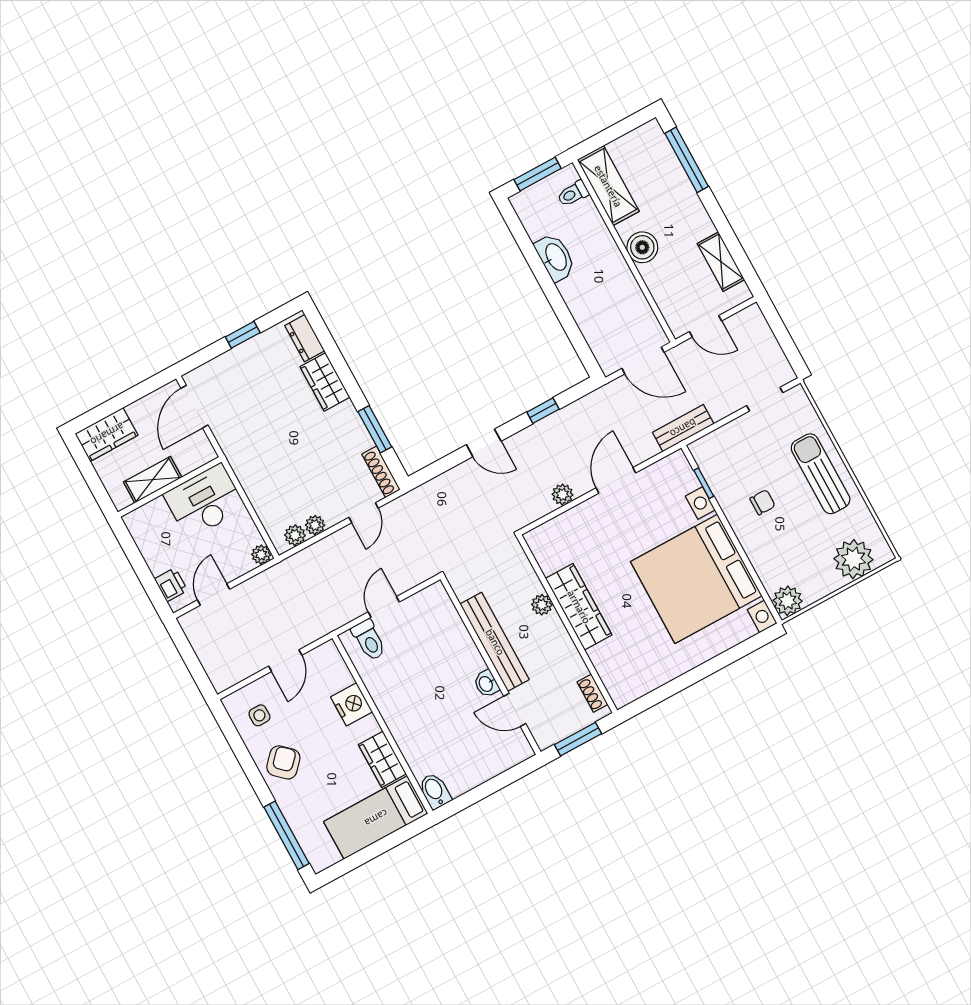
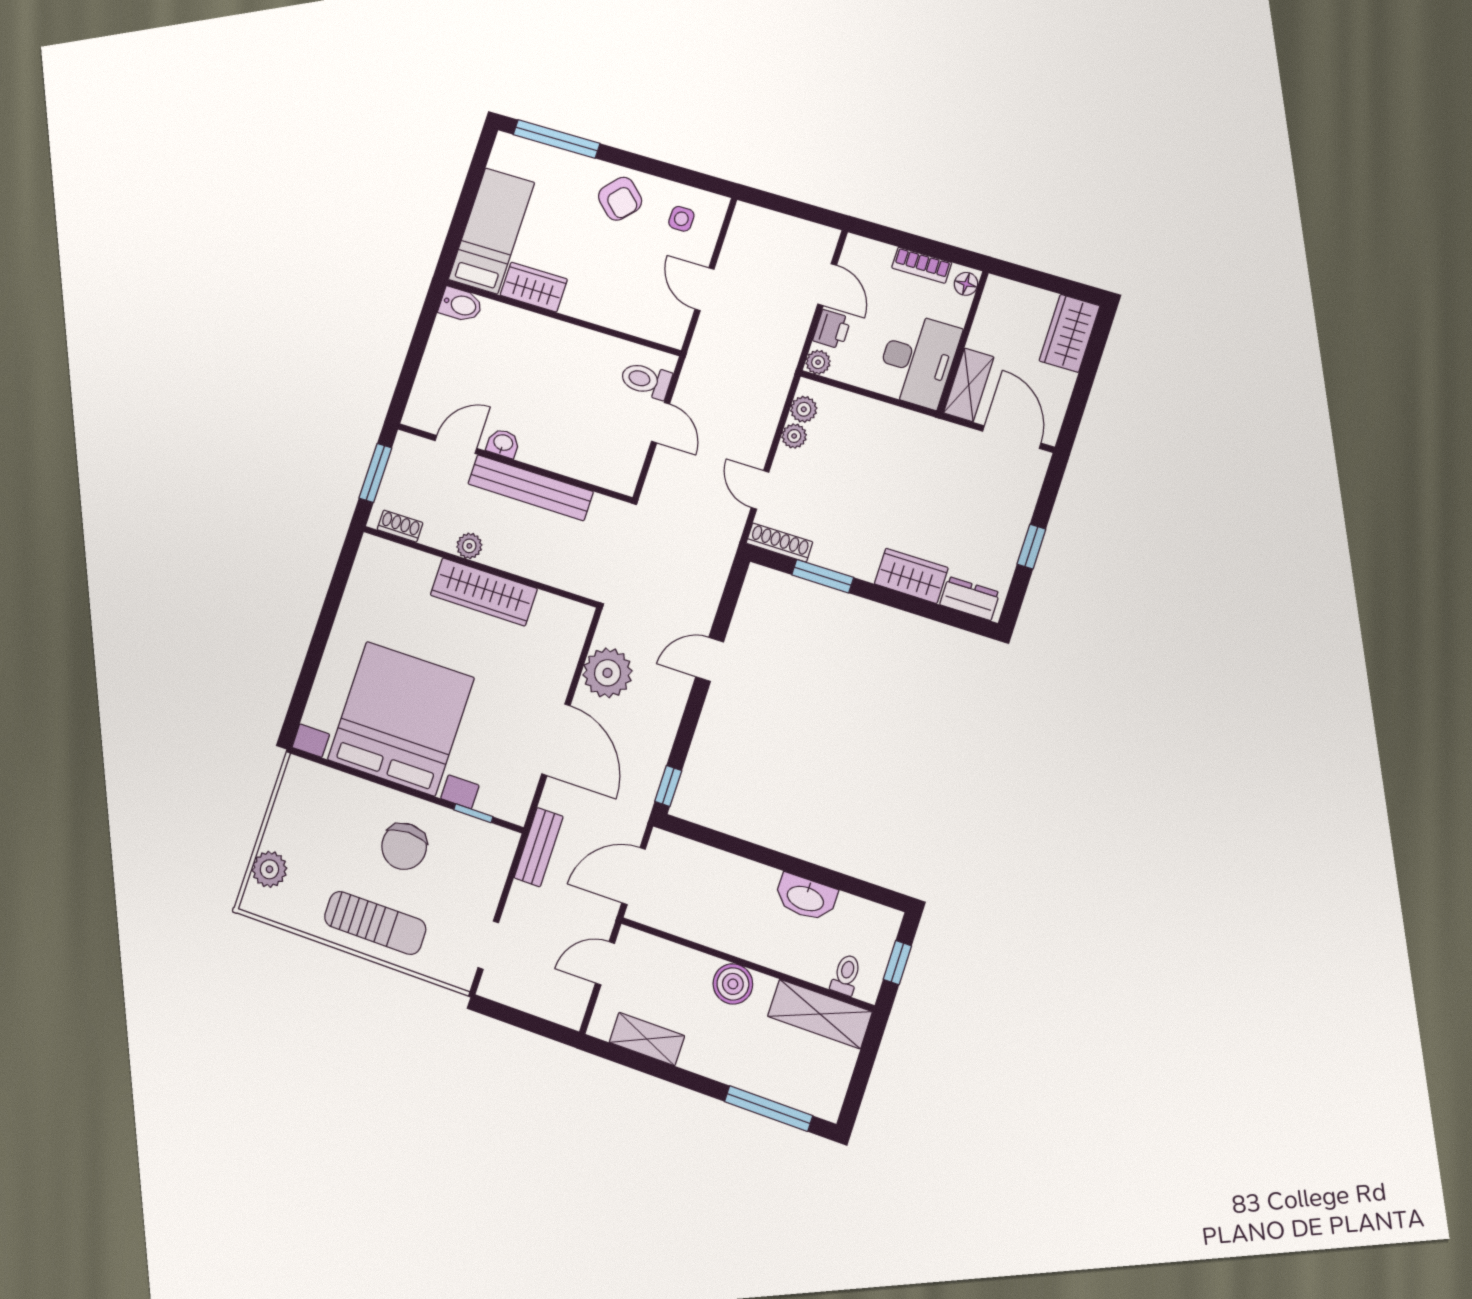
window: (538, 174) -> (897, 963), width x0.67
window: (543, 411) -> (668, 786), moved
shelving: (153, 480) -> (969, 385), moved
door: (616, 480) -> (556, 740), width x1.36
plant: (562, 494) -> (607, 673), width x1.88, depth x1.88
chair: (763, 502) -> (404, 846), width x1.87, depth x1.87
floor lamp: (136, 519) -> (966, 284), added
bookcase: (150, 554) -> (922, 265), added
plant: (853, 559) -> (269, 869), width x0.73, depth x0.73
printer: (171, 585) -> (832, 329), moved, turned -90
plant: (788, 601) -> (301, 777), removed
plant: (542, 605) -> (469, 546), moved
nightstand: (352, 704) -> (607, 308), removed

